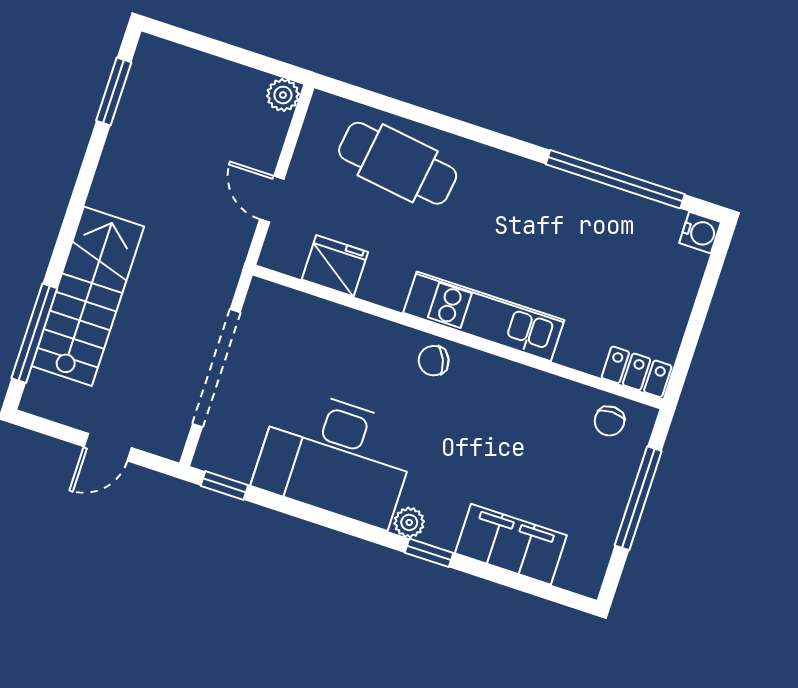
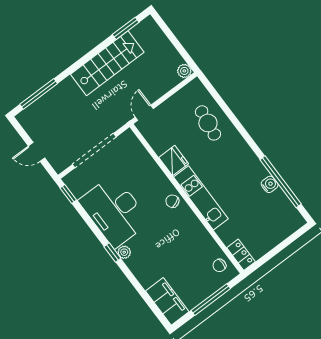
cafe table: (398, 163) -> (208, 123), width x0.73, depth x0.74
door: (272, 199) -> (144, 113), moved
water cooler: (700, 233) -> (270, 184), moved, turned -90
fridge: (335, 266) -> (174, 161), moved
stairs: (88, 296) -> (107, 63), moved
filing cabinet: (511, 544) -> (167, 301), moved
window: (429, 553) -> (112, 253), moved

